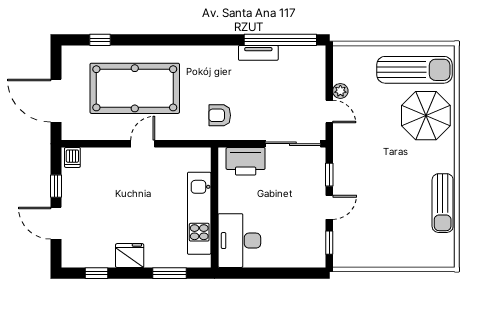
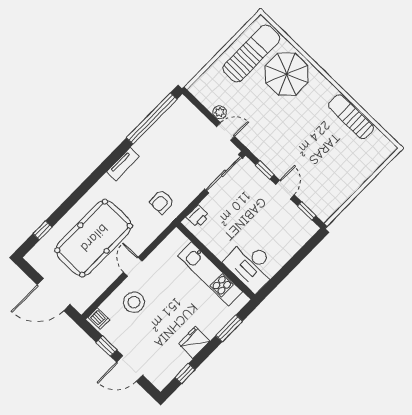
tv unit: (258, 53) -> (123, 164), moved
printer: (246, 161) -> (198, 216), width x0.53, depth x0.68
stool: (114, 173) -> (134, 302), added
sun lounger: (443, 203) -> (351, 117), turned 180

